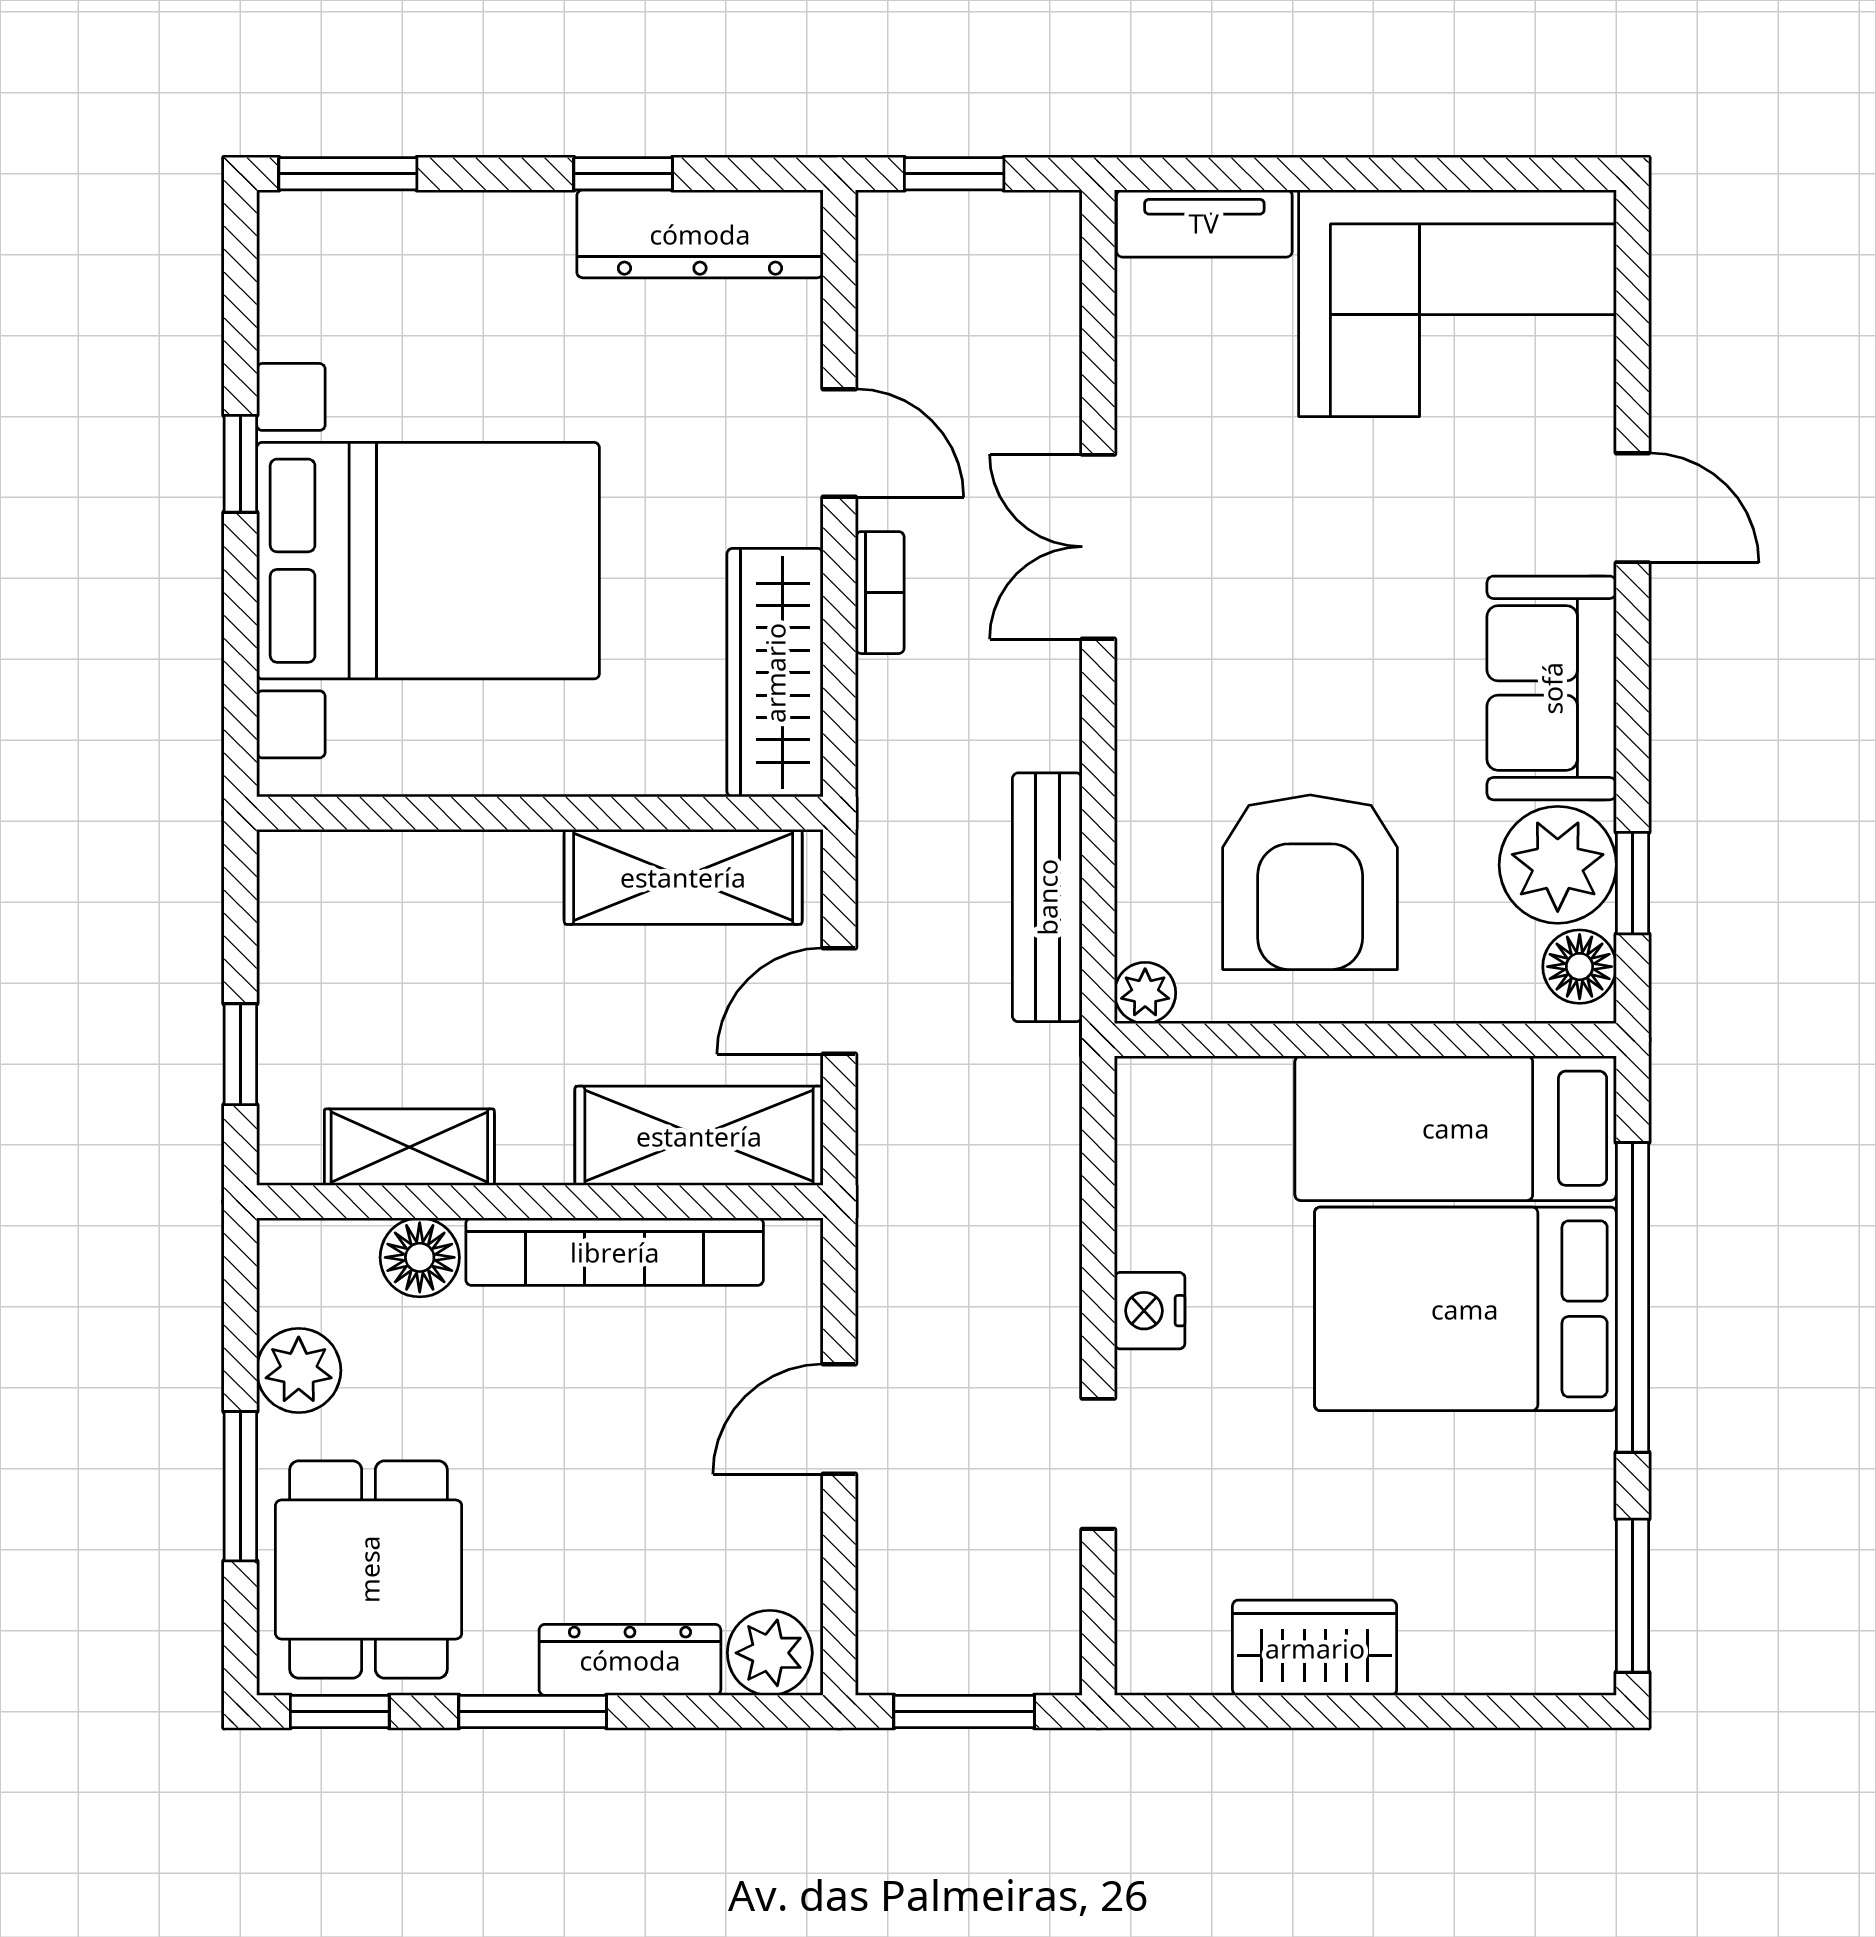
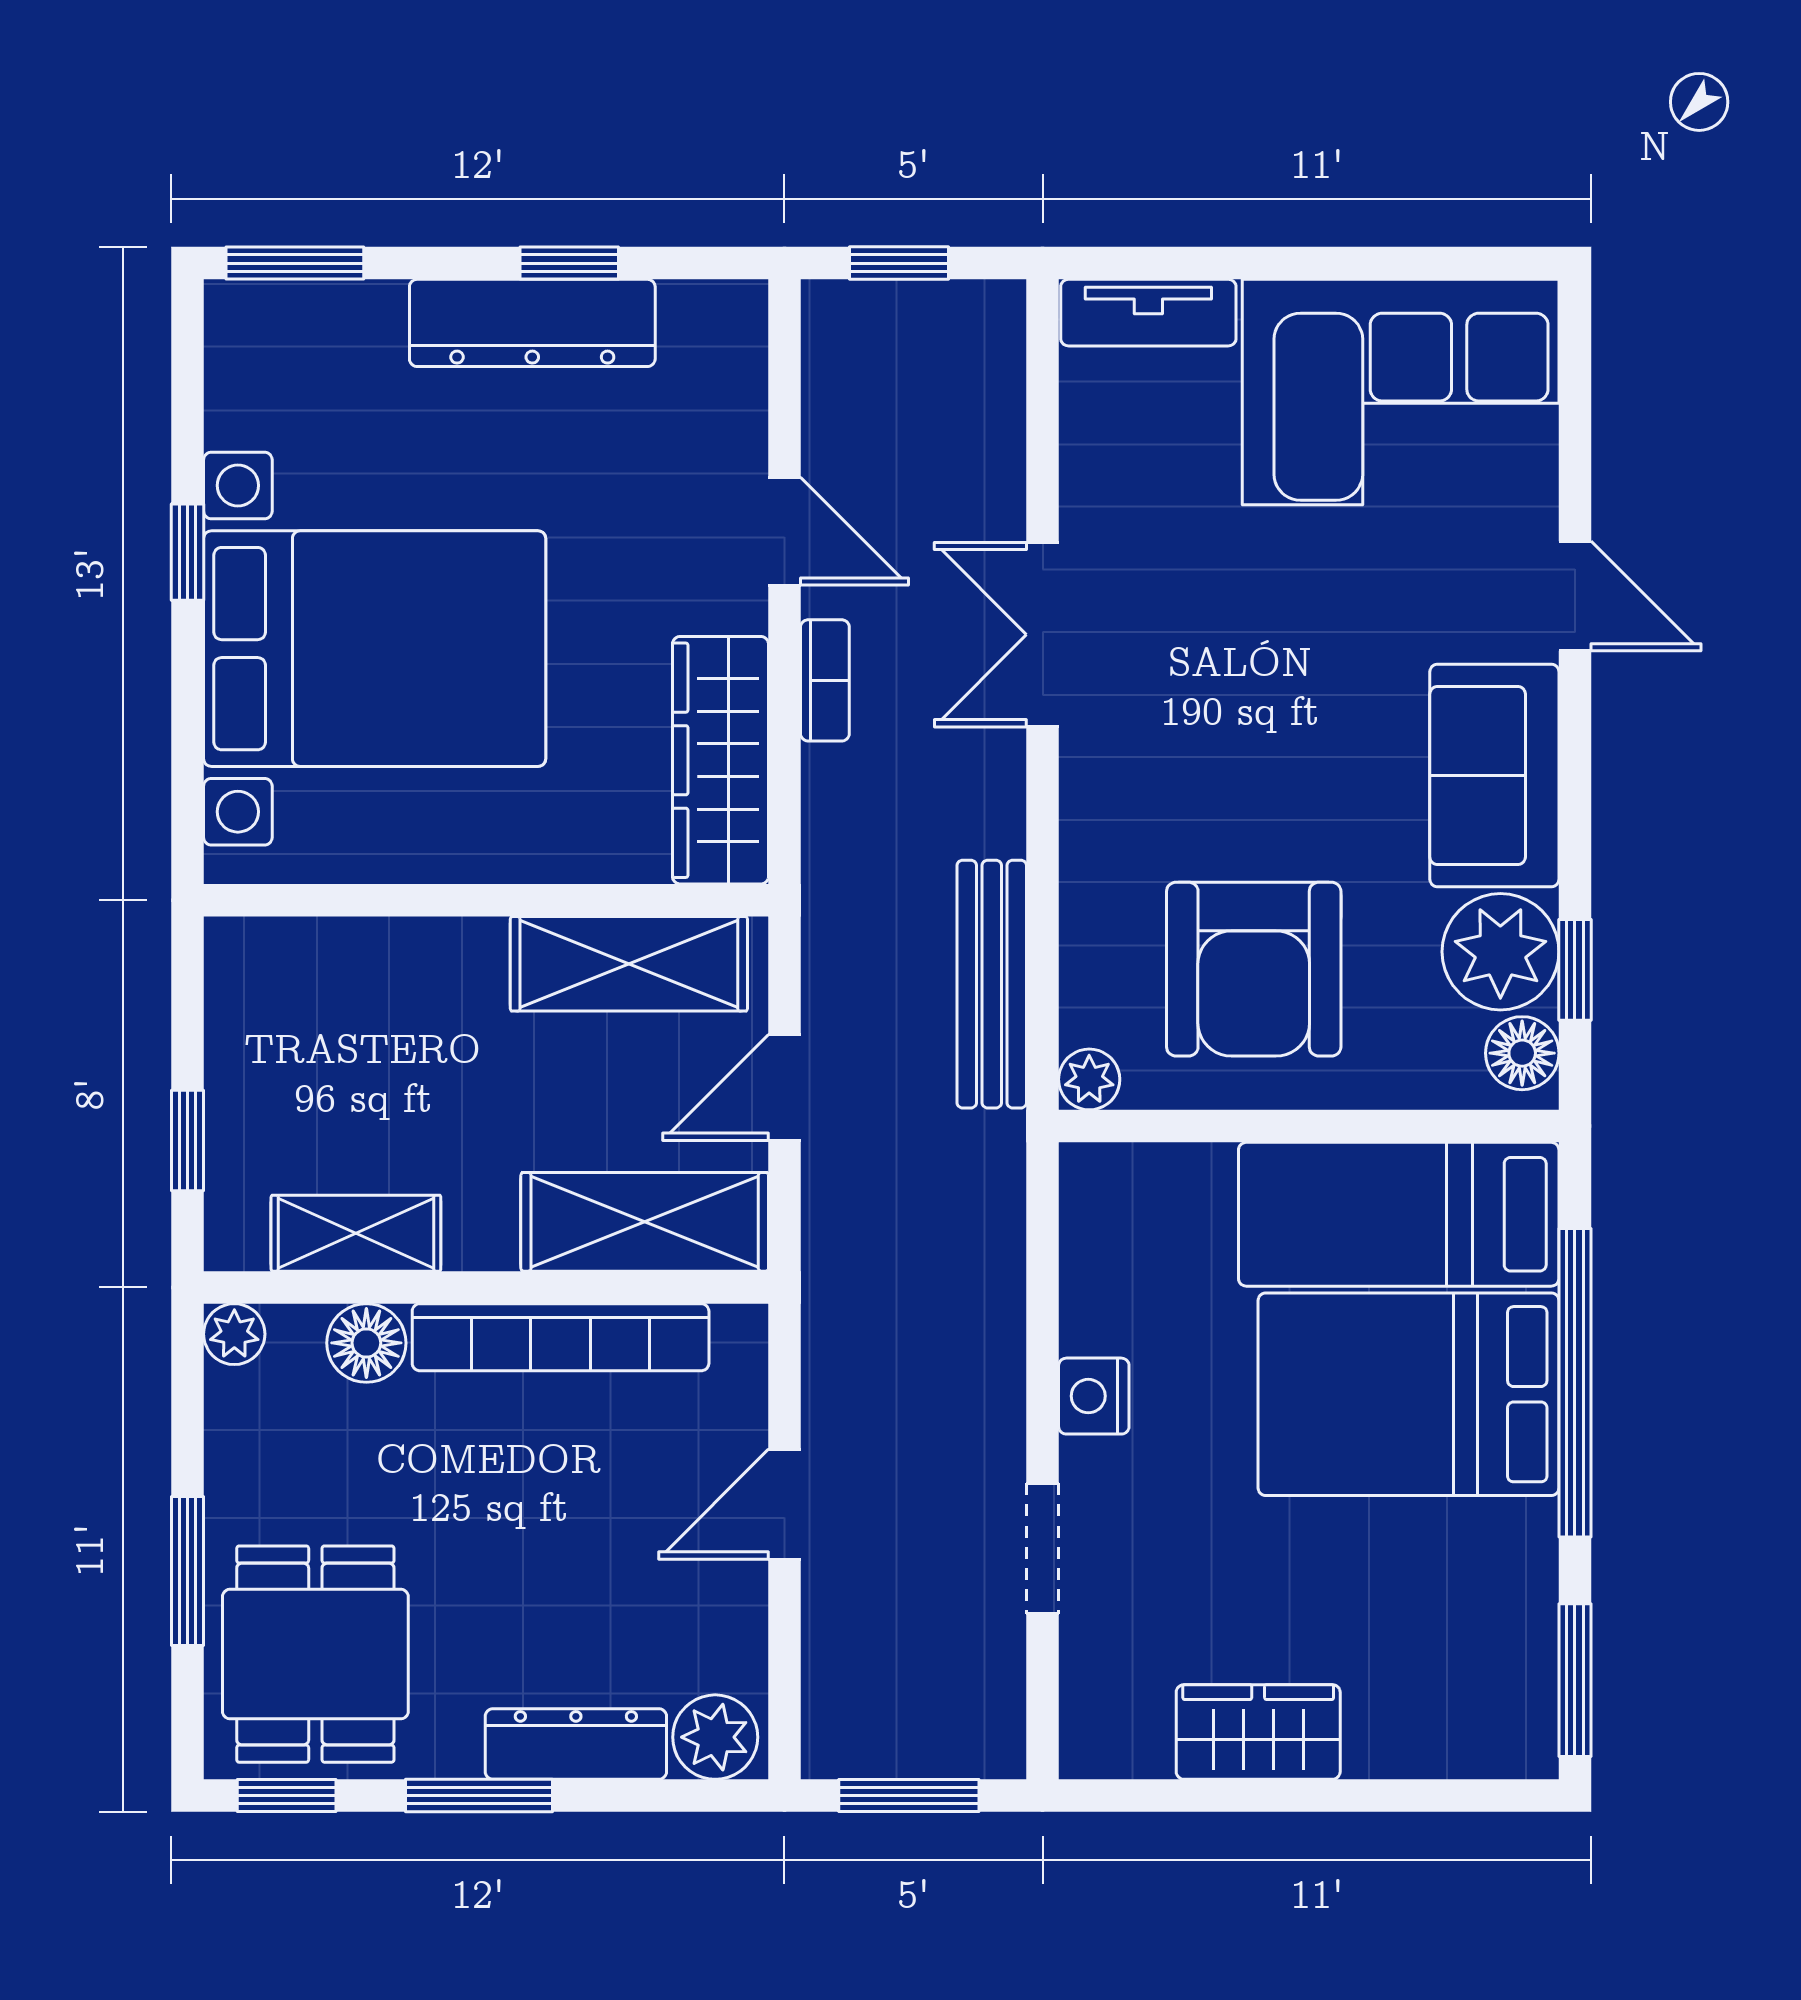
dresser: (700, 234) -> (532, 323), moved
plant: (299, 1370) -> (234, 1334), moved, width x0.73, depth x0.73

